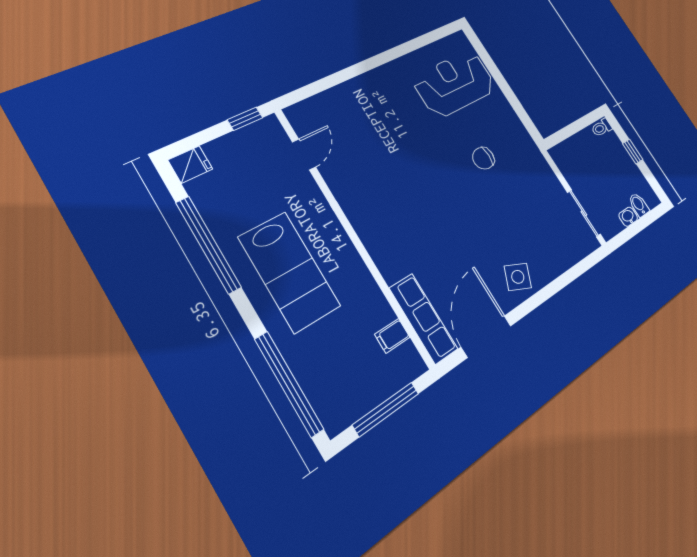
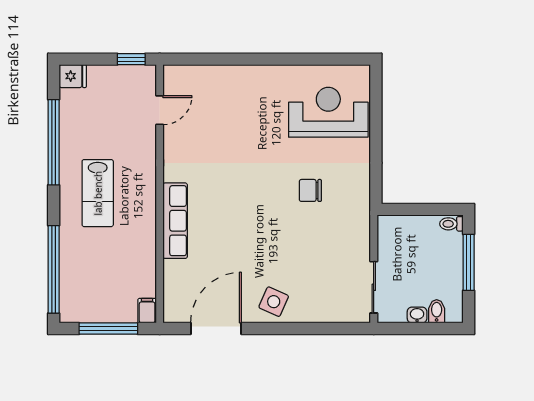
window: (633, 151) -> (469, 262), width x2.17
lab bench: (289, 272) -> (98, 193), width x0.73, depth x0.72
row of seats: (423, 319) -> (175, 221), moved
filing cabinet: (392, 336) -> (147, 311), moved, turned 90

